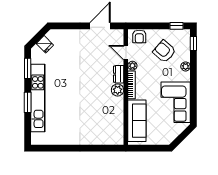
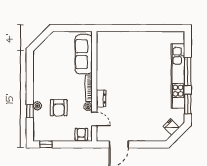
window: (193, 44) -> (30, 111), moved
armchair: (164, 51) -> (59, 108), moved, turned 49
plant: (118, 90) -> (102, 83), removed
window: (28, 102) -> (188, 72), width x1.44
corner sofa: (176, 102) -> (47, 72), removed

